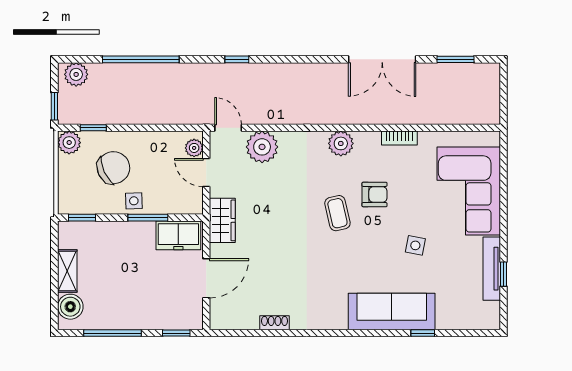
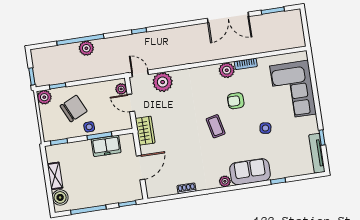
plant: (76, 74) -> (86, 48), moved
plant: (341, 143) -> (227, 70), moved
armchair: (374, 194) -> (236, 101), turned 180
coffee table: (337, 213) -> (216, 126), moved
freezer: (178, 235) -> (106, 146), moved
tv unit: (492, 269) -> (317, 153), moved
sofa: (392, 311) -> (250, 172), width x0.73
plant: (338, 321) -> (225, 181), added

